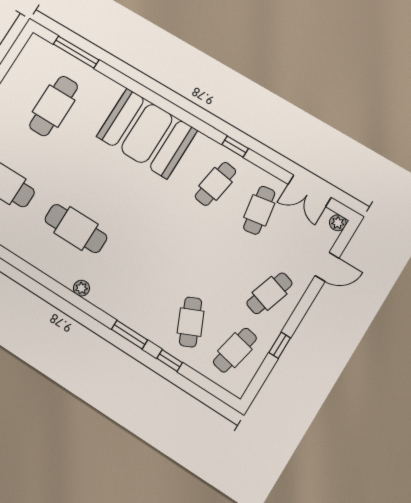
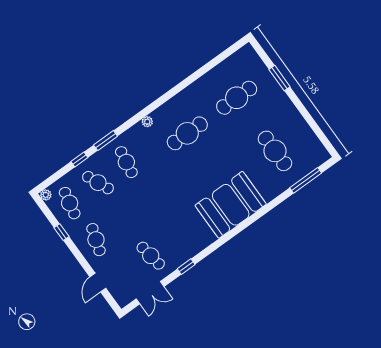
window: (235, 147) -> (186, 267), moved
cafe table: (215, 184) -> (126, 162), moved
double door: (310, 191) -> (150, 293), swing flipped
plant: (338, 223) -> (46, 195), moved

